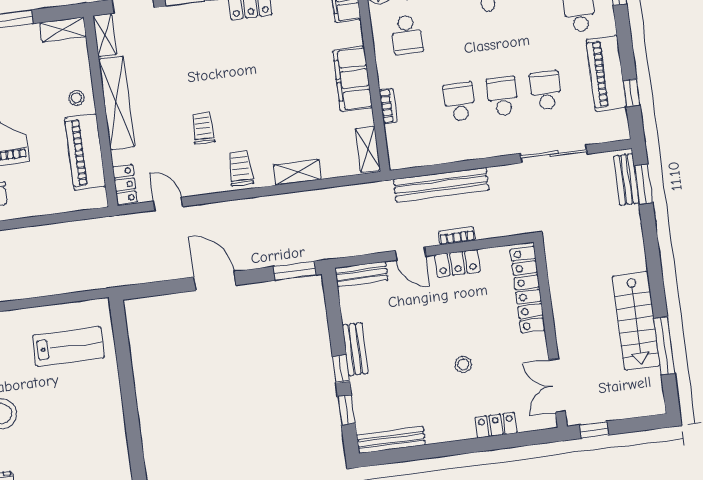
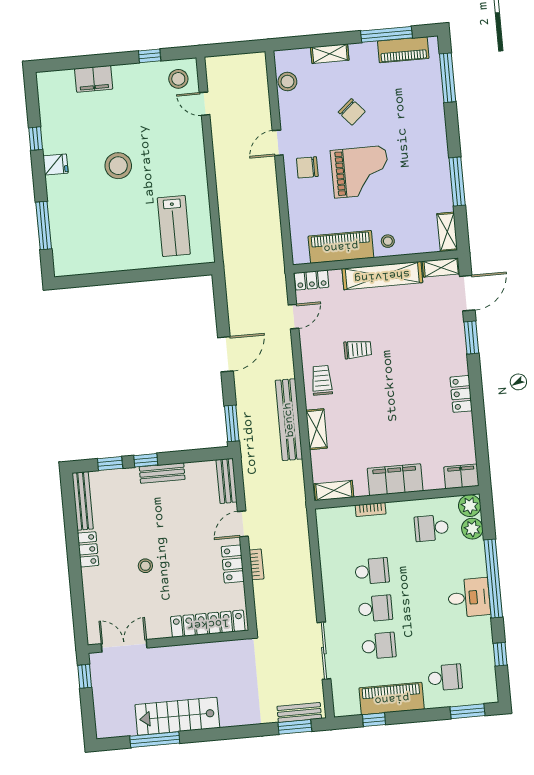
trolley: (241, 168) -> (322, 380), turned -90
bench: (441, 185) -> (289, 420), moved
locker: (496, 425) -> (88, 549), moved

